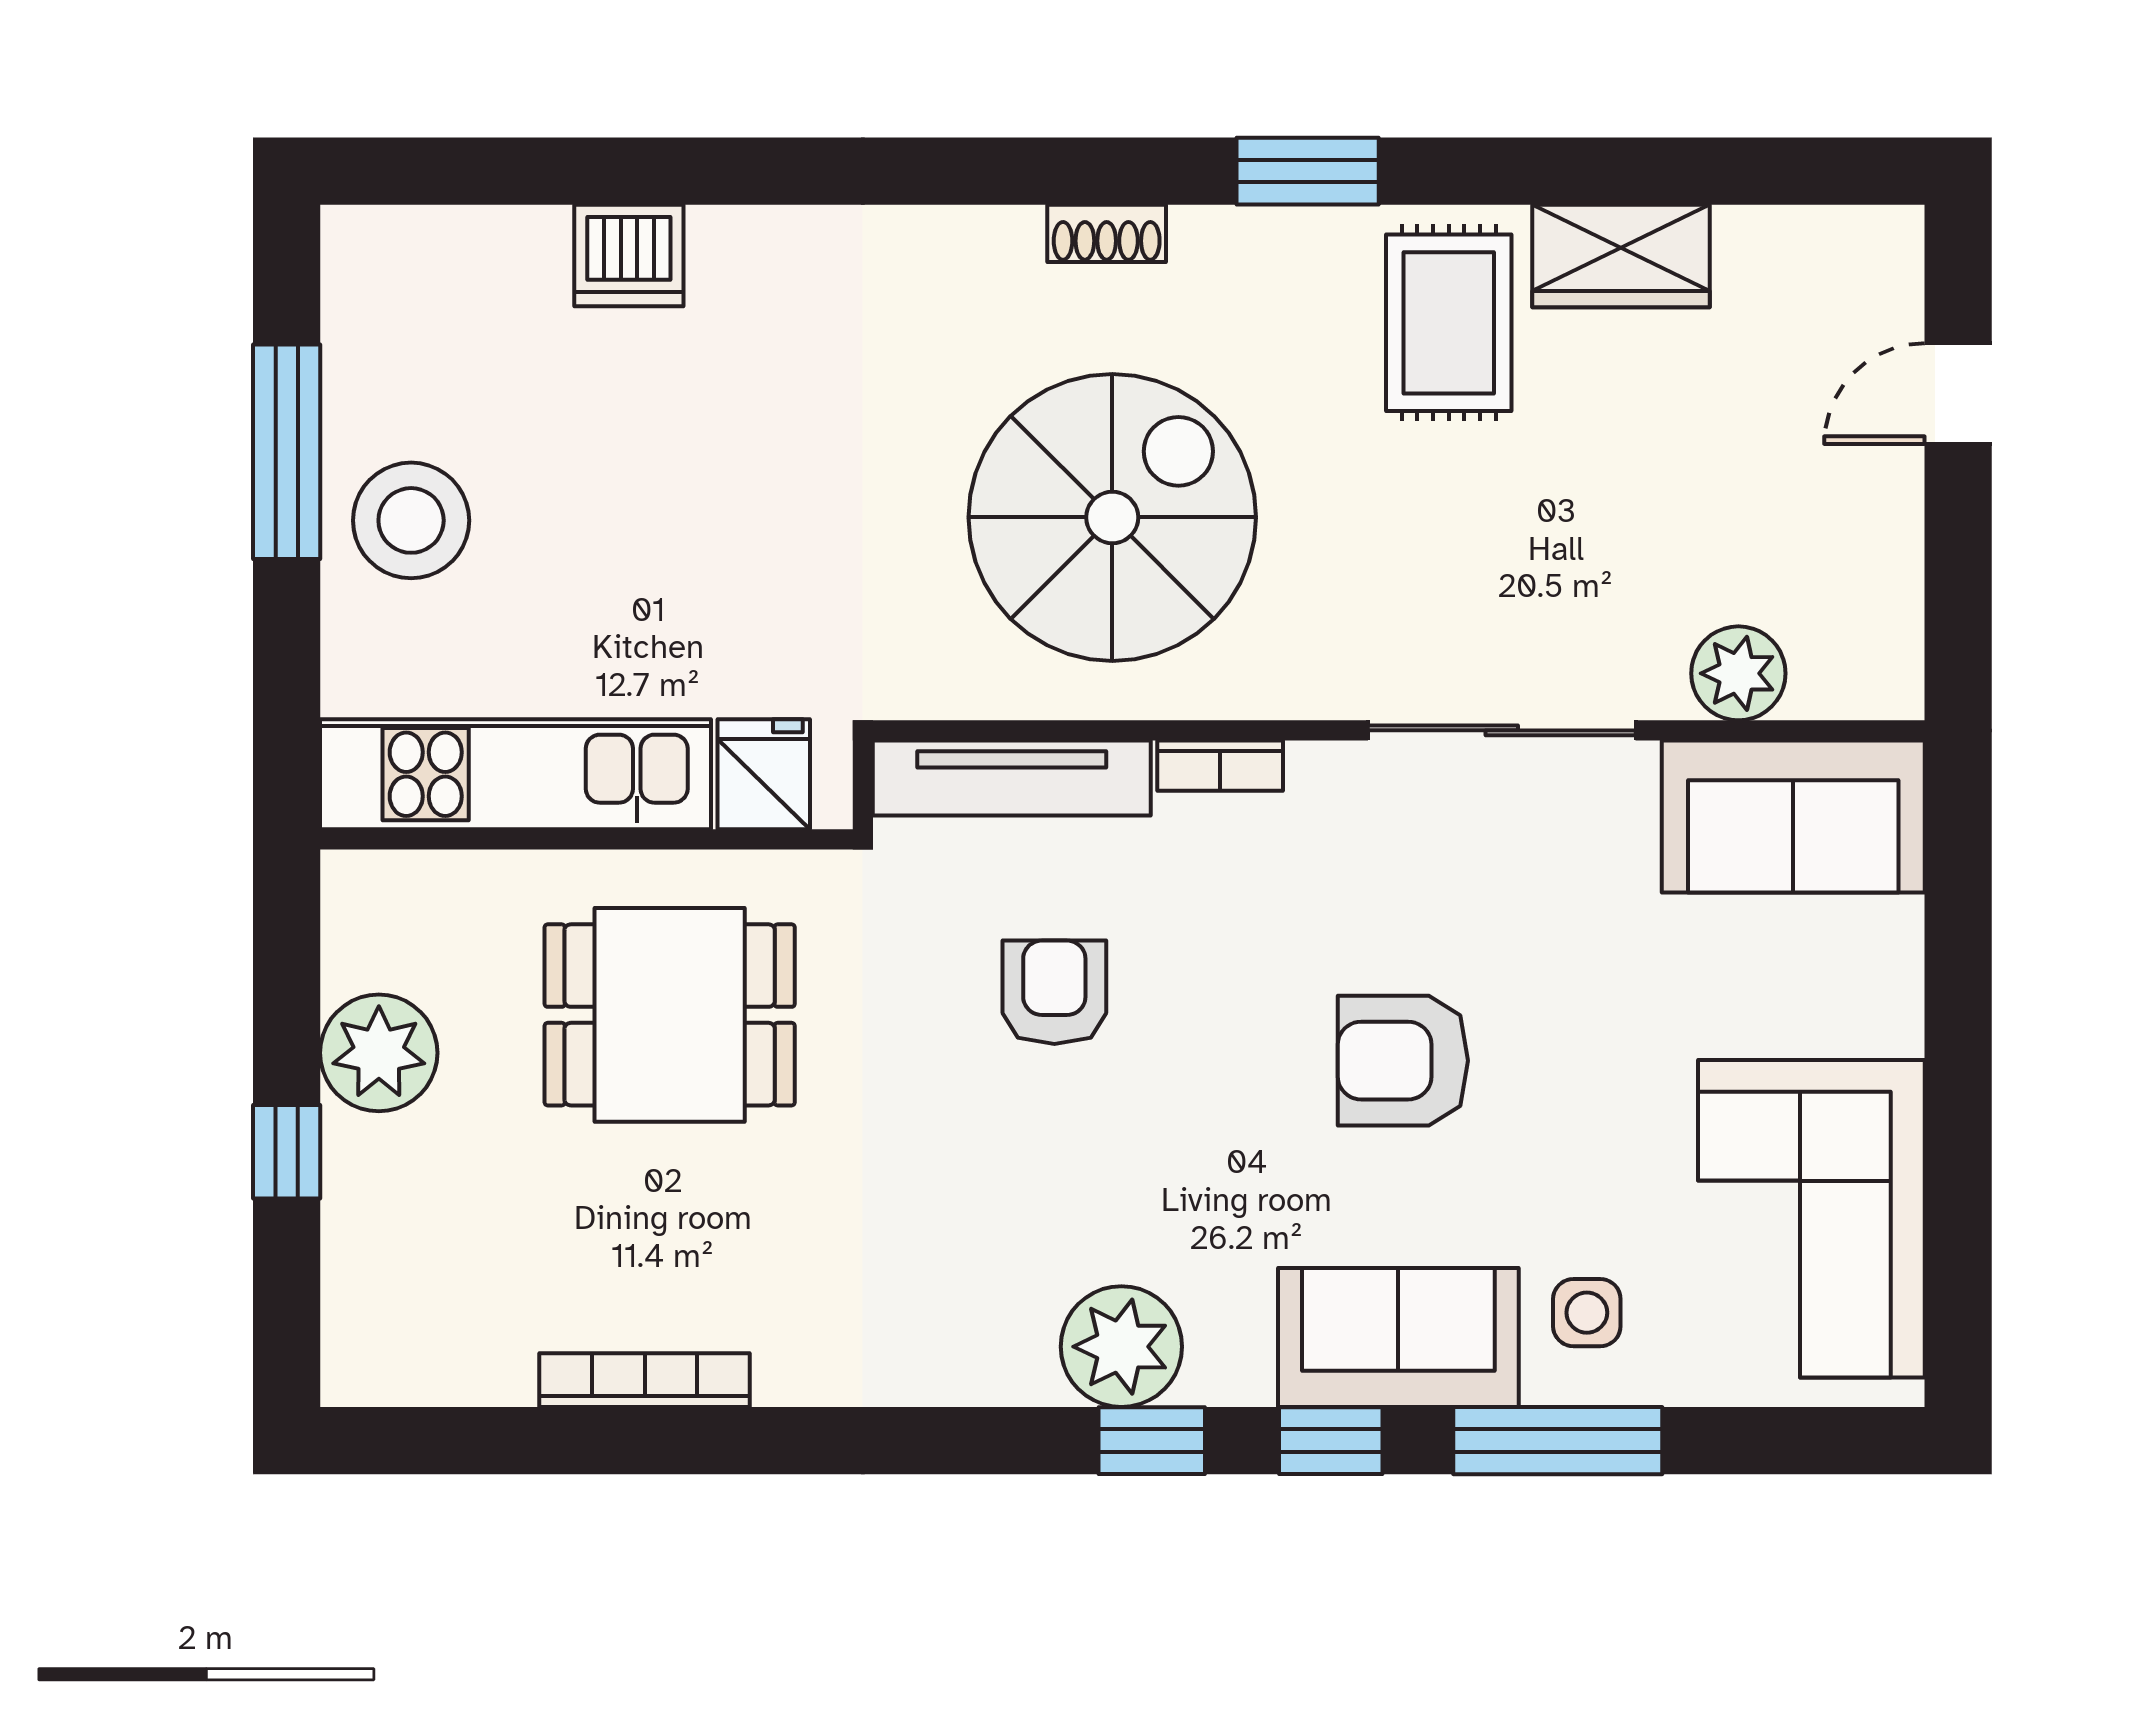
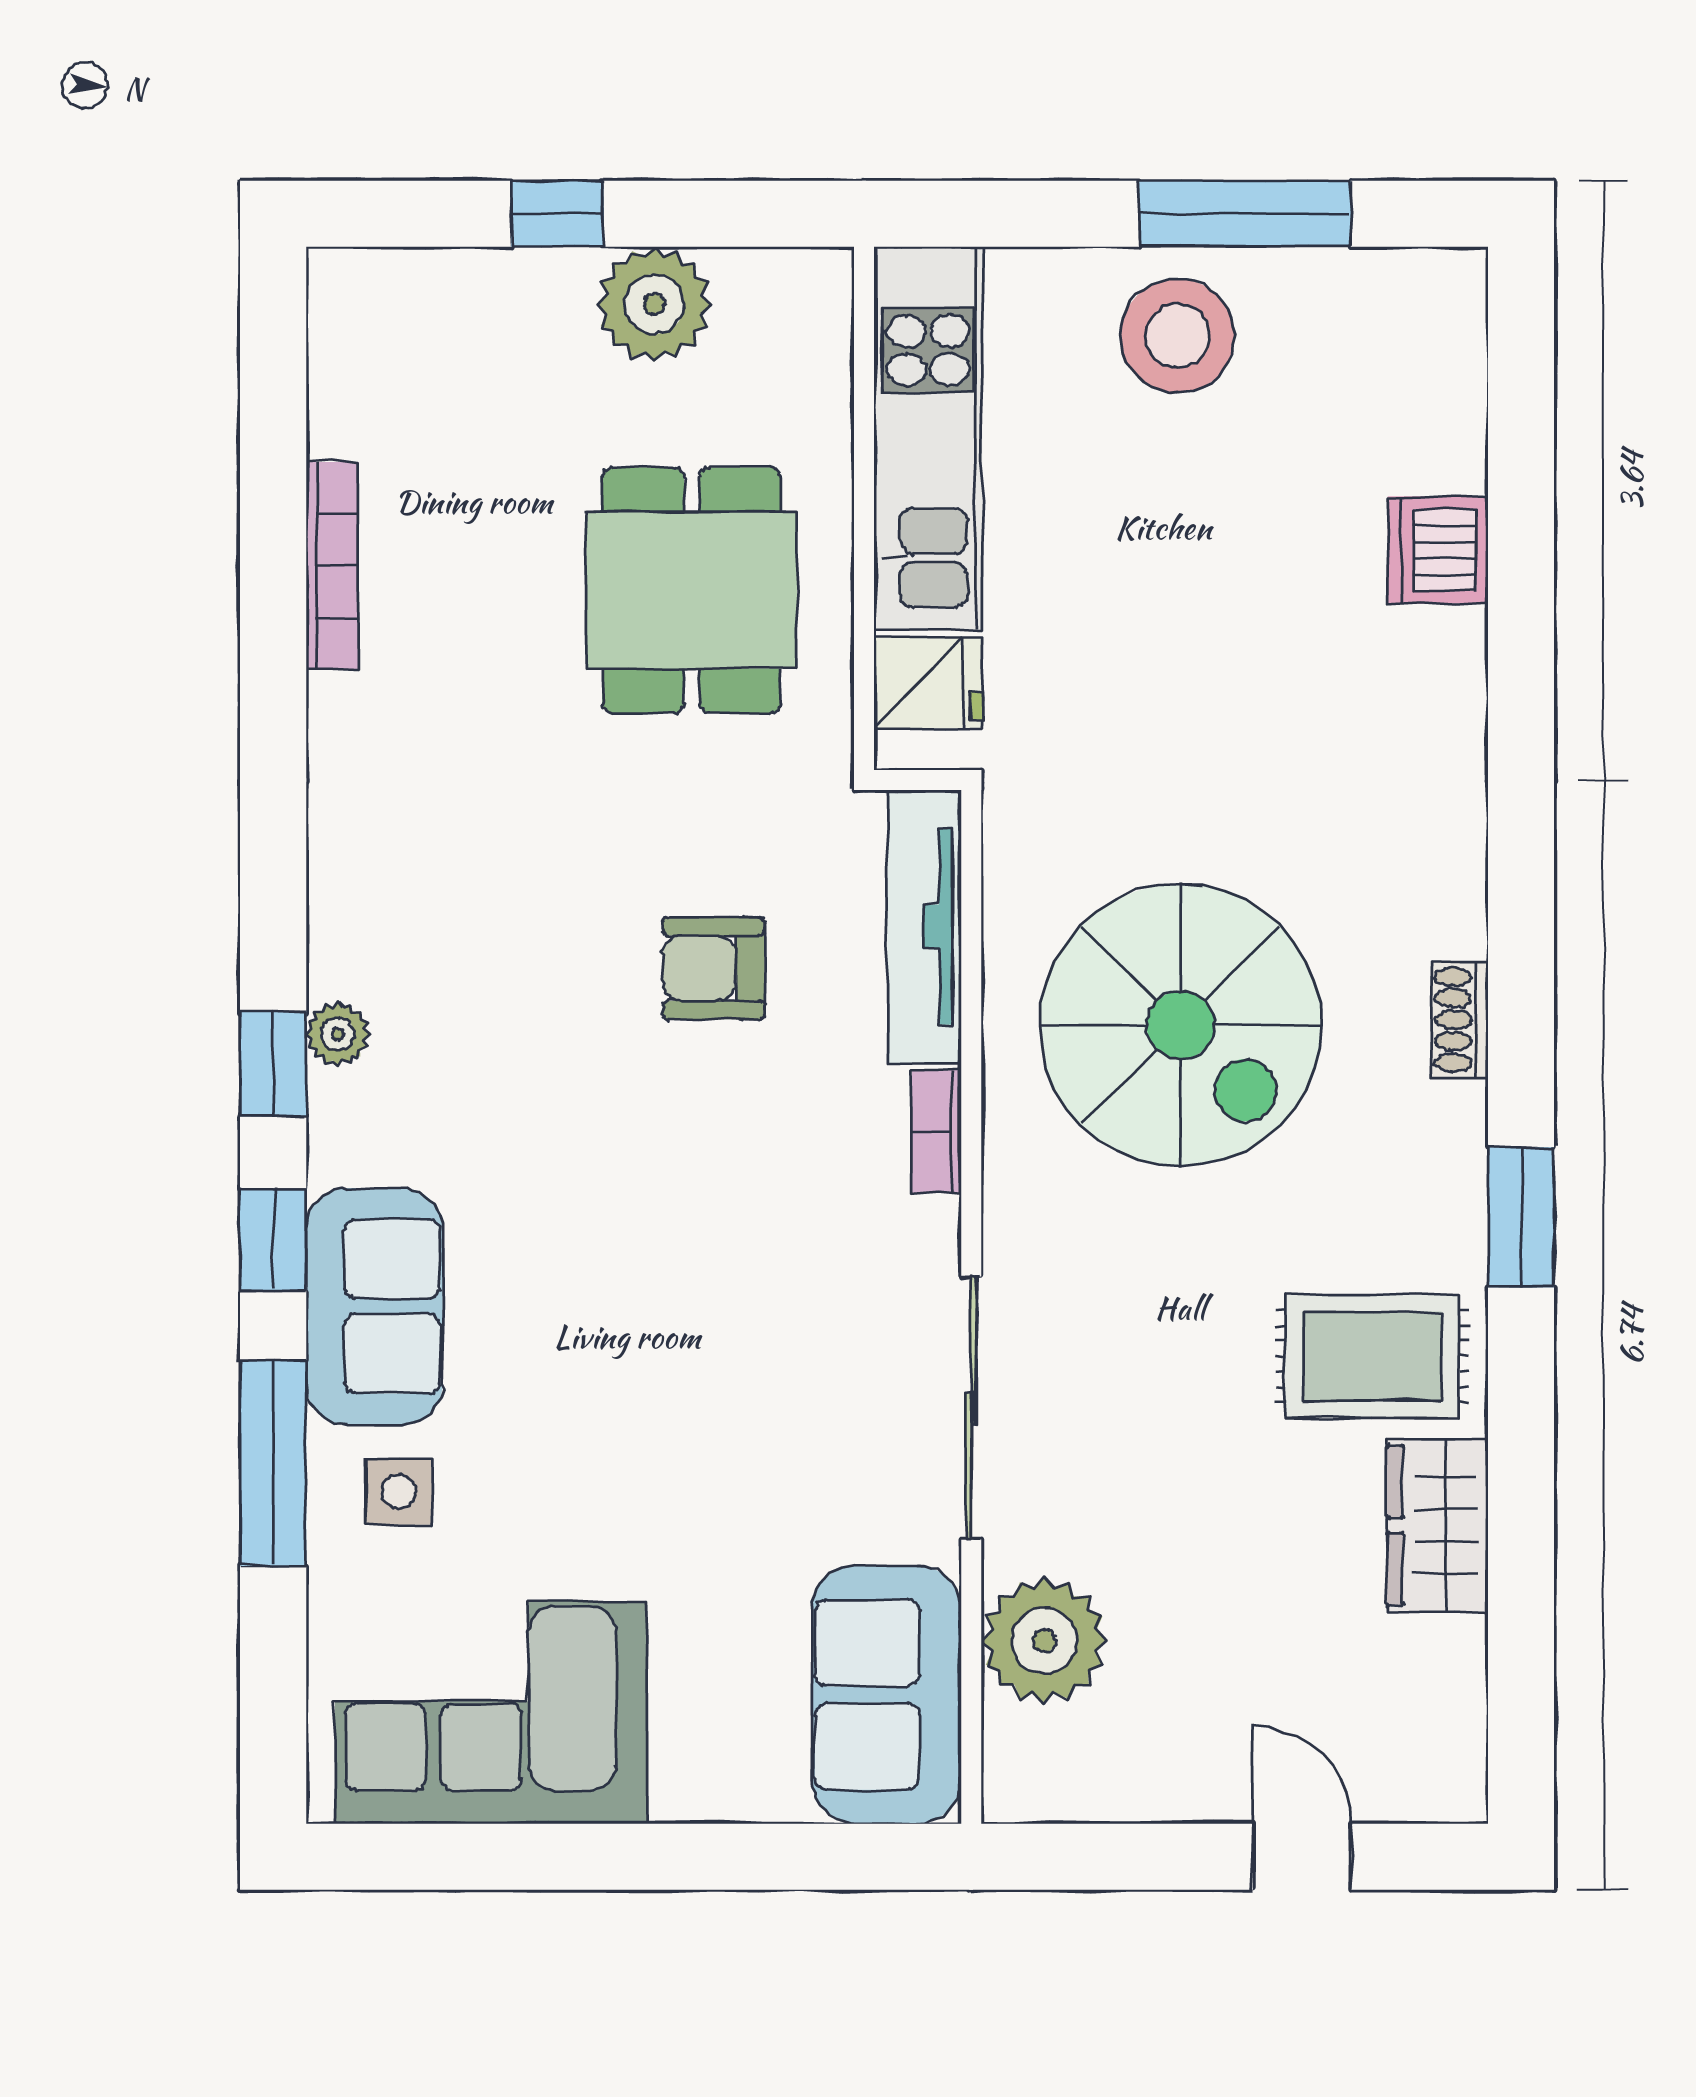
plant: (1738, 673) -> (1044, 1641), width x1.36, depth x1.36
armchair: (1054, 992) -> (714, 968), turned 180
armchair: (1403, 1061) -> (647, 1311), removed
plant: (1121, 1347) -> (338, 1034), width x0.53, depth x0.53

